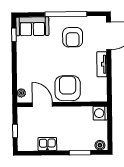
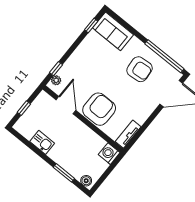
window: (66, 14) -> (164, 56), moved
armchair: (73, 37) -> (140, 69), turned -95
tv unit: (102, 64) -> (128, 134), moved
window: (14, 85) -> (56, 69), added

